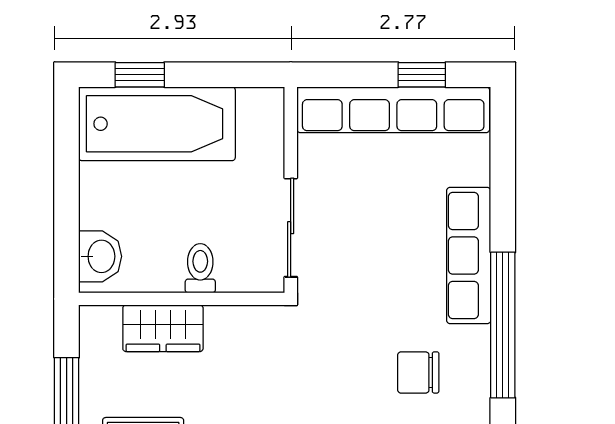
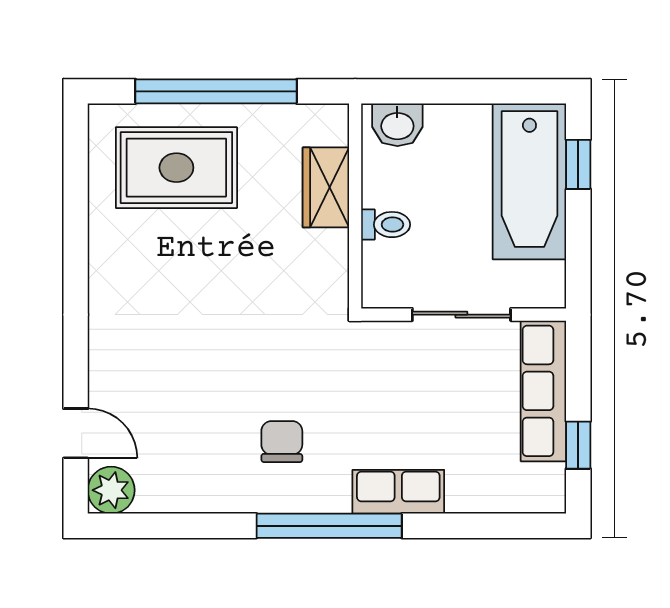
row of seats: (393, 110) -> (543, 391), width x0.73
sliding door: (291, 228) -> (461, 315), moved
row of seats: (469, 255) -> (398, 492), width x0.68

